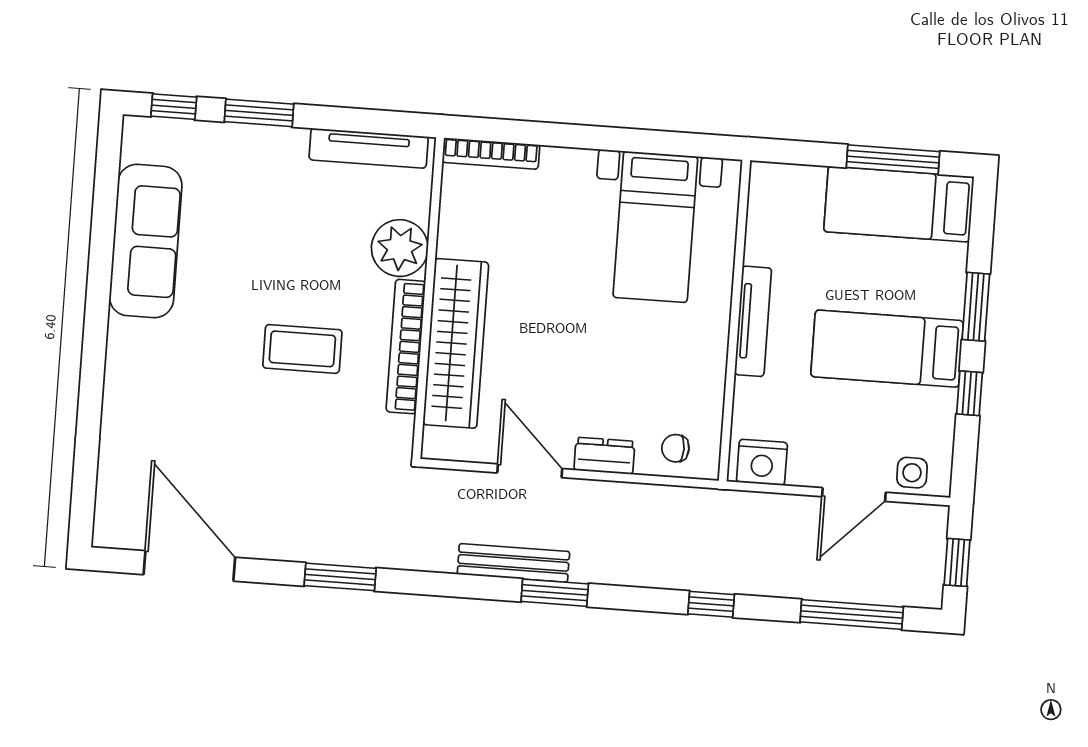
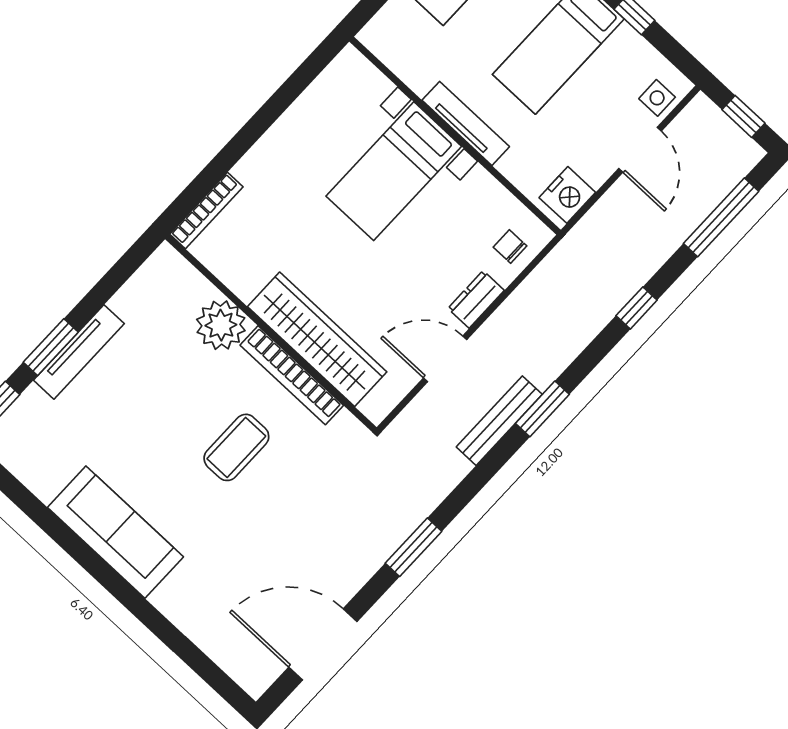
tv unit: (369, 148) -> (79, 352), moved
bed with nightstands: (655, 227) -> (394, 171), moved, turned 90
sofa: (146, 241) -> (115, 532), moved
chair: (675, 448) -> (510, 247), turned 90

